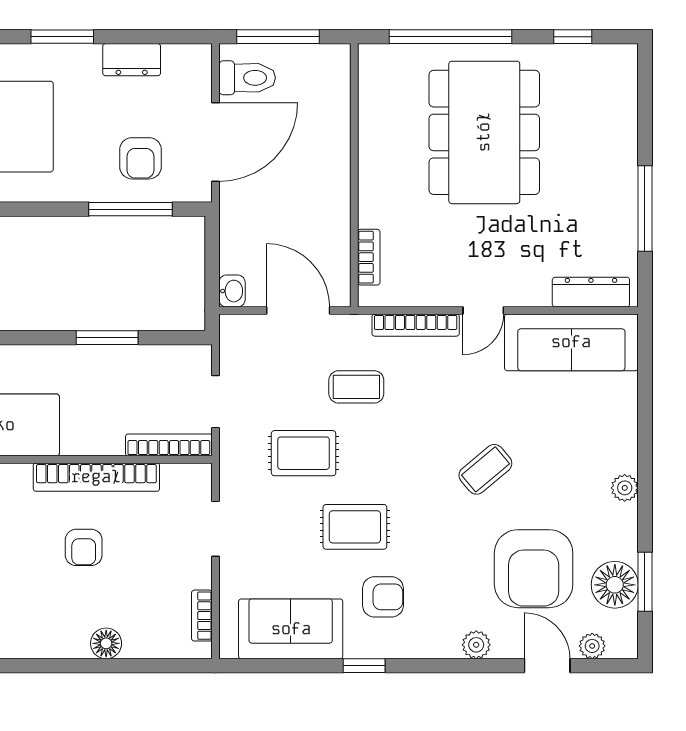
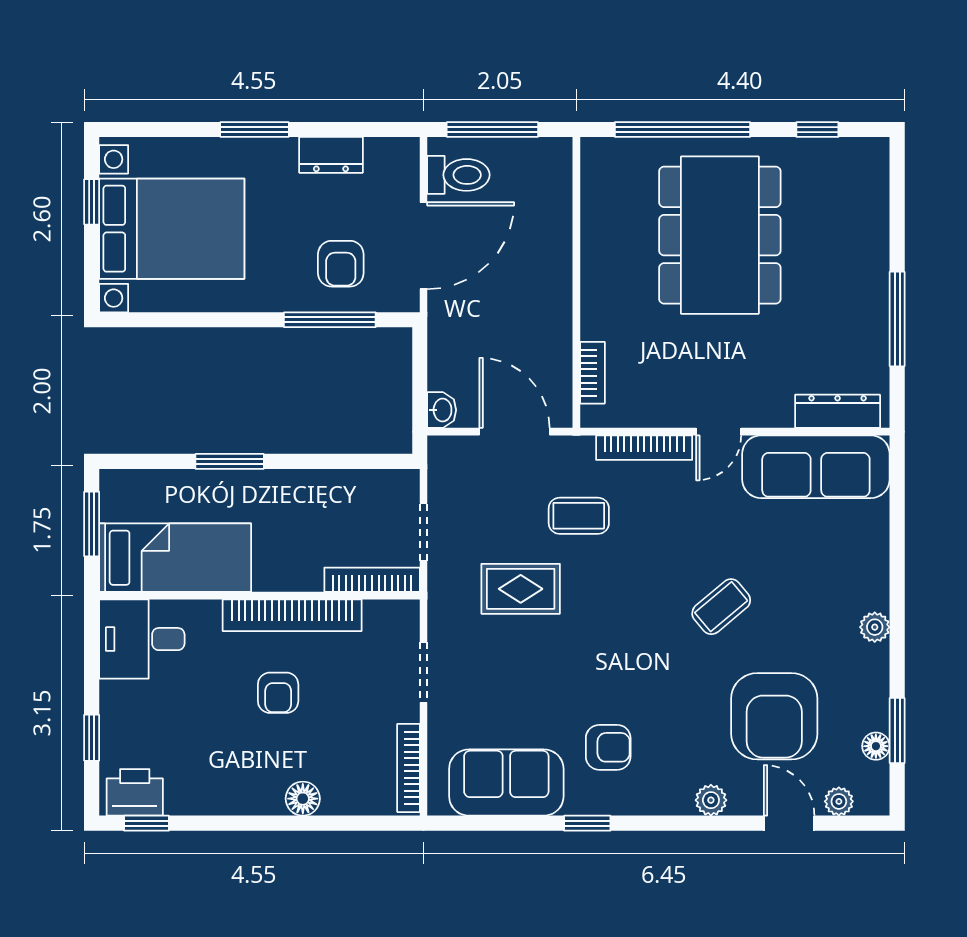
window: (107, 338) -> (230, 461), moved
rug: (355, 527) -> (577, 670), removed
floor lamp: (615, 585) -> (876, 746), width x0.53, depth x0.53
bookcase: (202, 616) -> (408, 768), width x1.56

